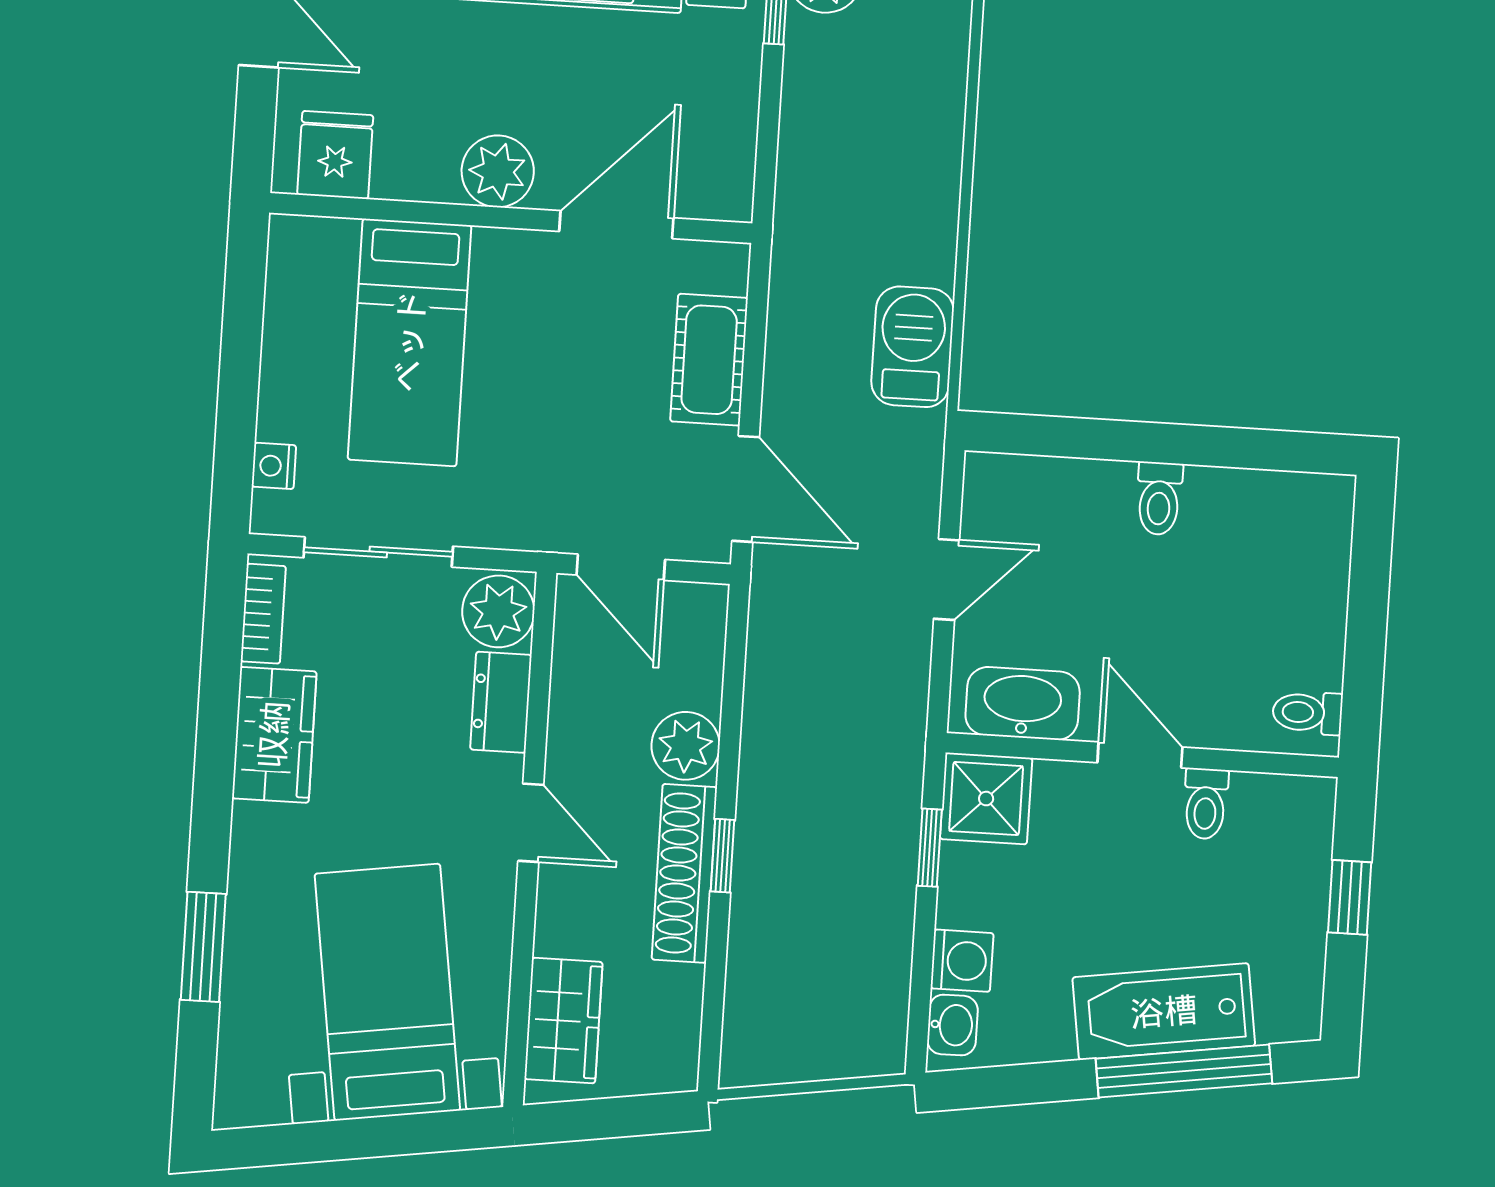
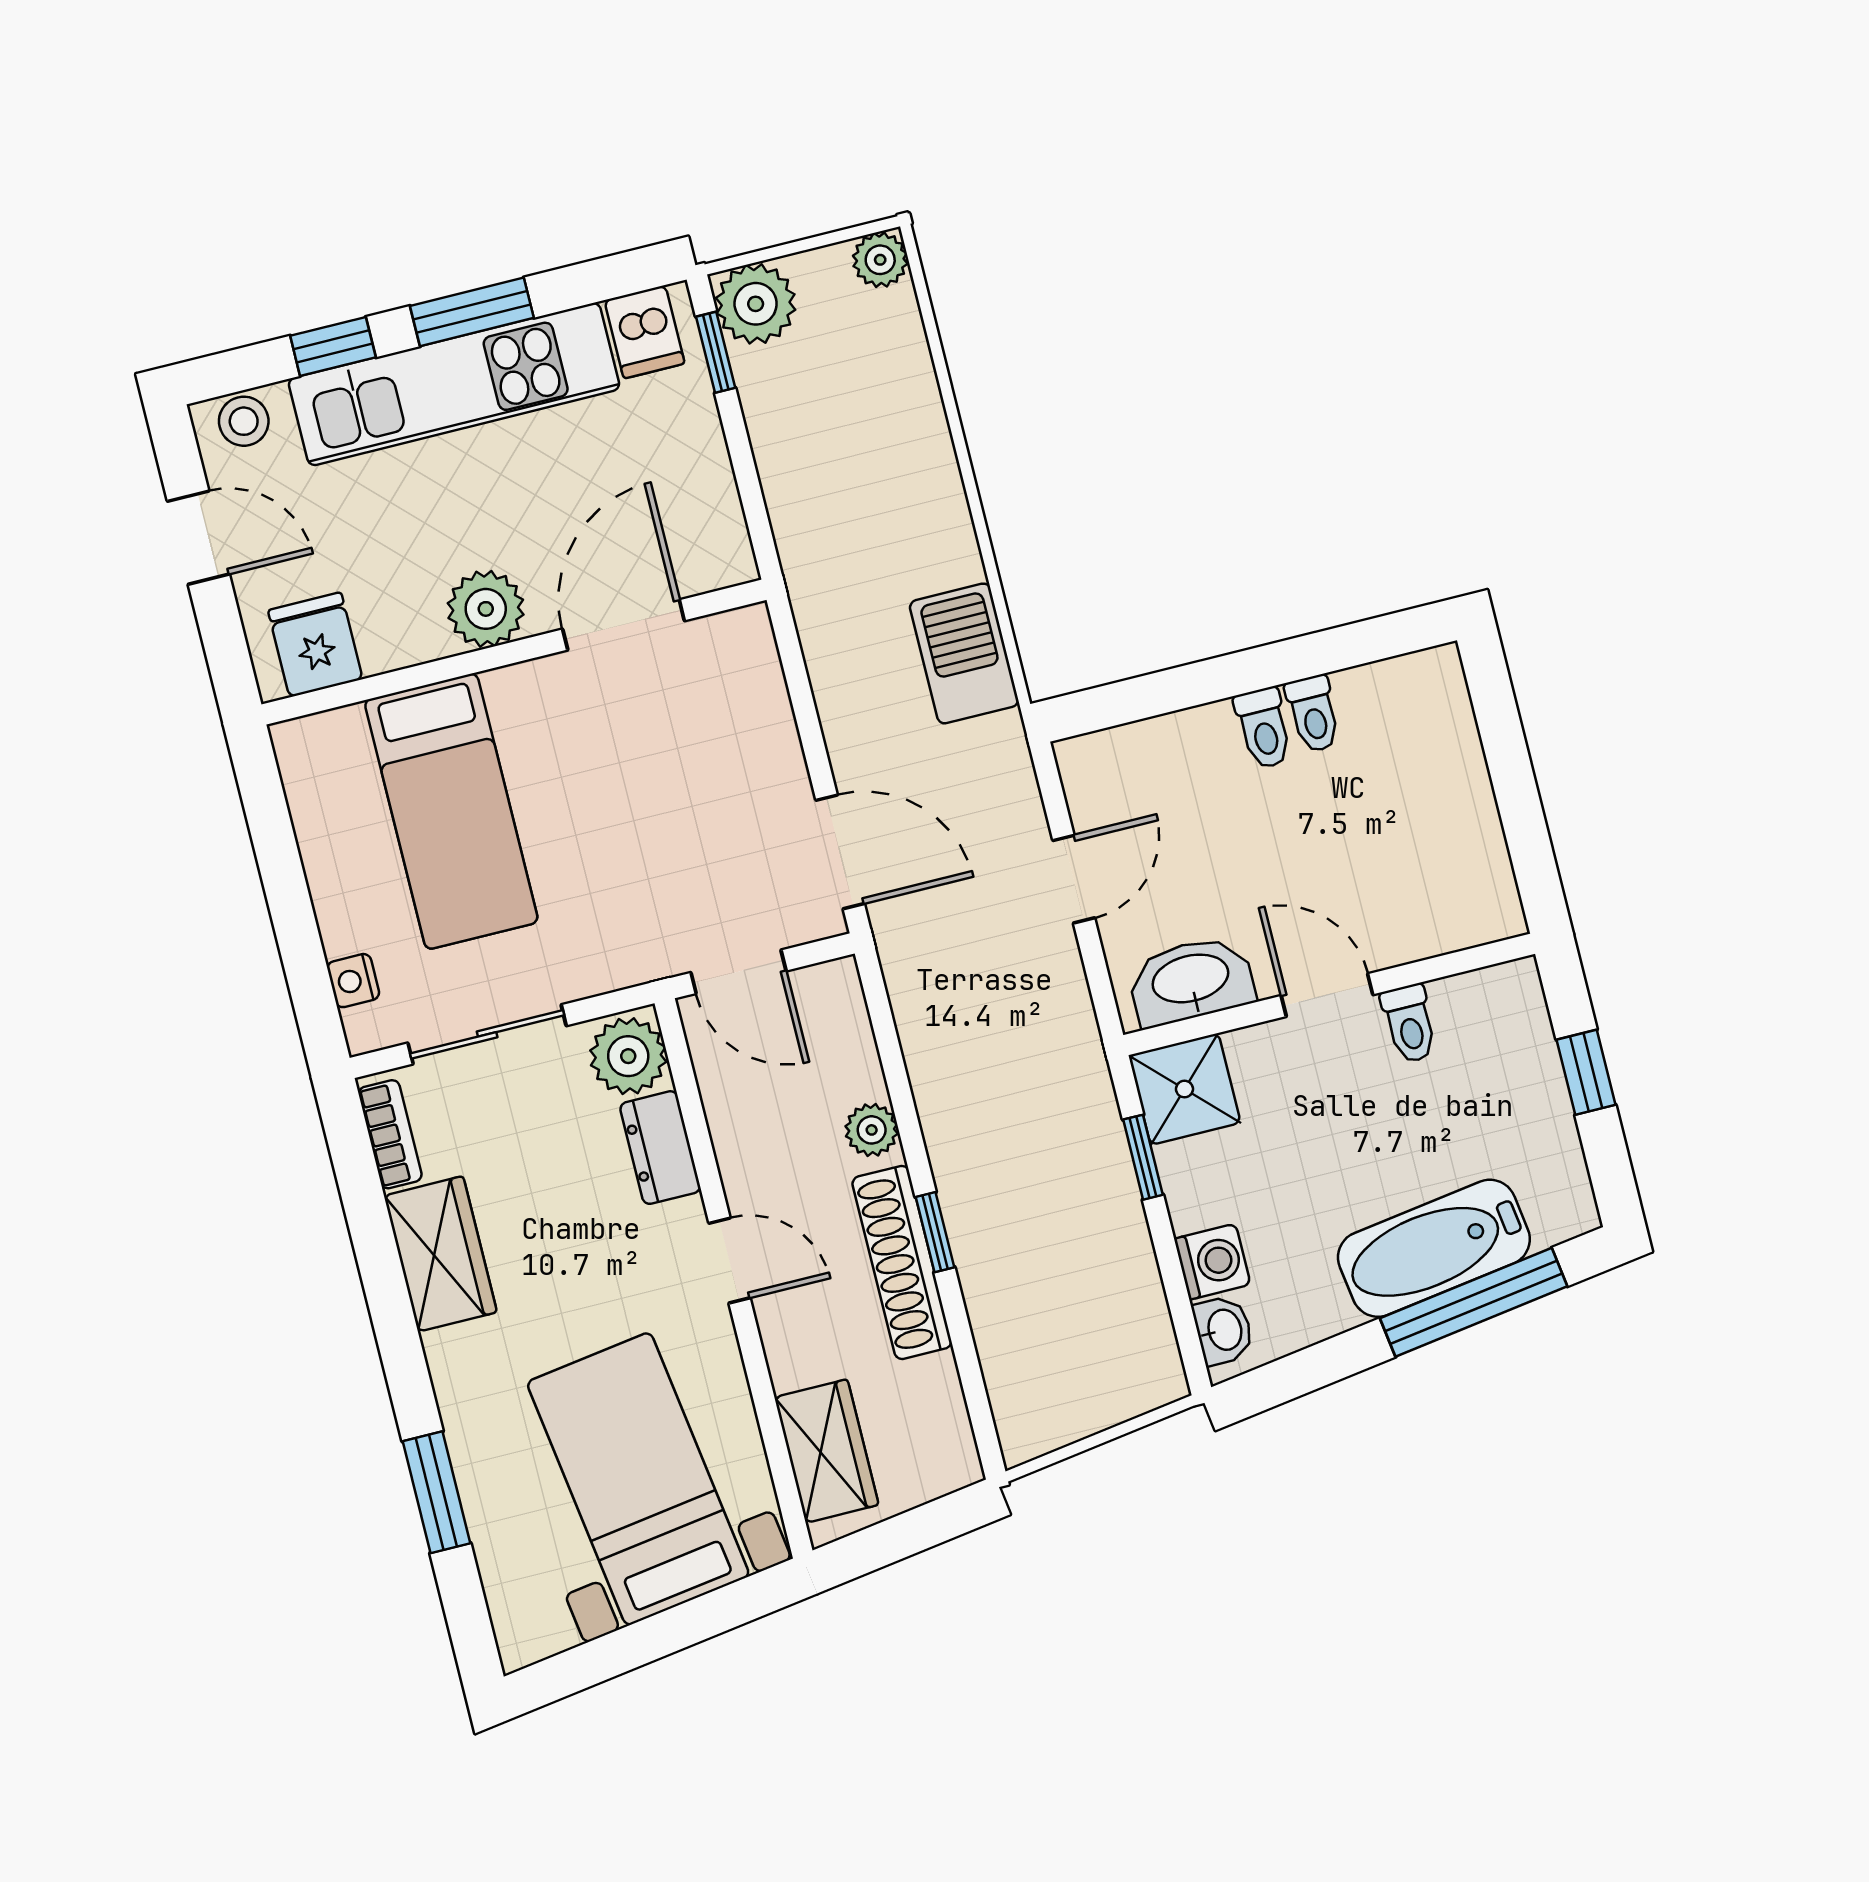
cot: (709, 360) -> (761, 732), removed
toilet: (1307, 713) -> (1313, 714), moved, turned -90
plant: (686, 746) -> (872, 1130), width x0.73, depth x0.73

